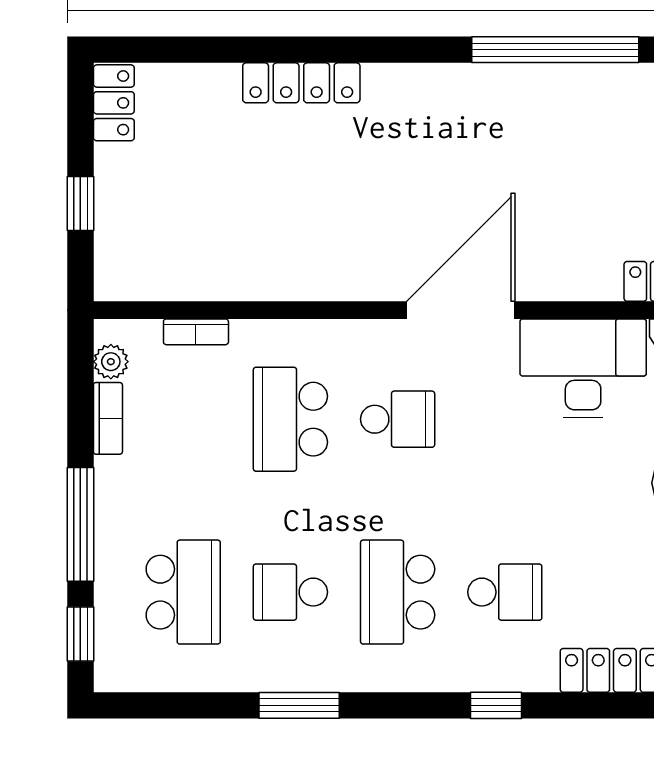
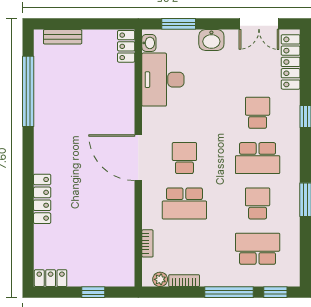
door: (461, 310) -> (138, 158), moved
school desk: (290, 592) -> (258, 203), turned 180

